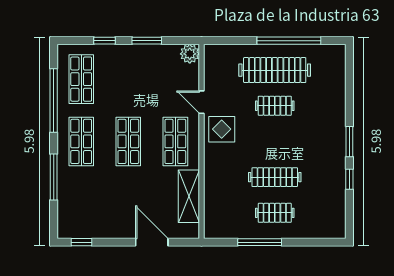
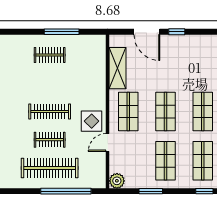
window: (104, 41) -> (204, 191), moved
window: (289, 41) -> (66, 191), moved
shop shelf: (128, 79) -> (166, 161), added
door: (201, 102) -> (108, 143), swing flipped
clothes rail: (275, 177) -> (50, 111), moved
window: (82, 242) -> (177, 32), moved

